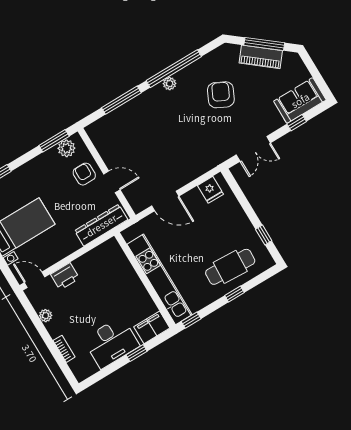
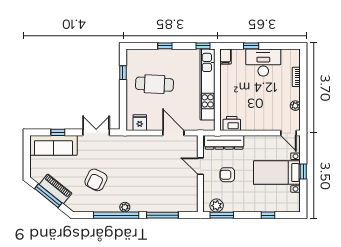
sofa: (300, 100) -> (53, 145), width x1.36
armchair: (84, 174) -> (227, 175), moved, turned 90
cafe table: (230, 267) -> (154, 84), moved
printer: (65, 276) -> (232, 123), moved
filing cabinet: (152, 327) -> (226, 57), width x0.50

